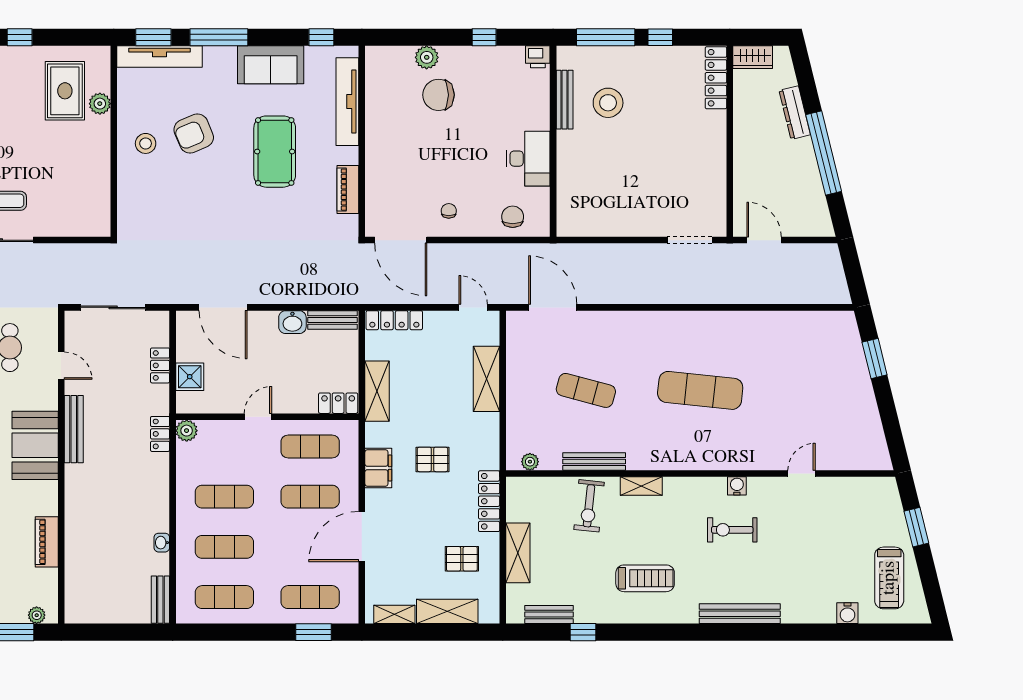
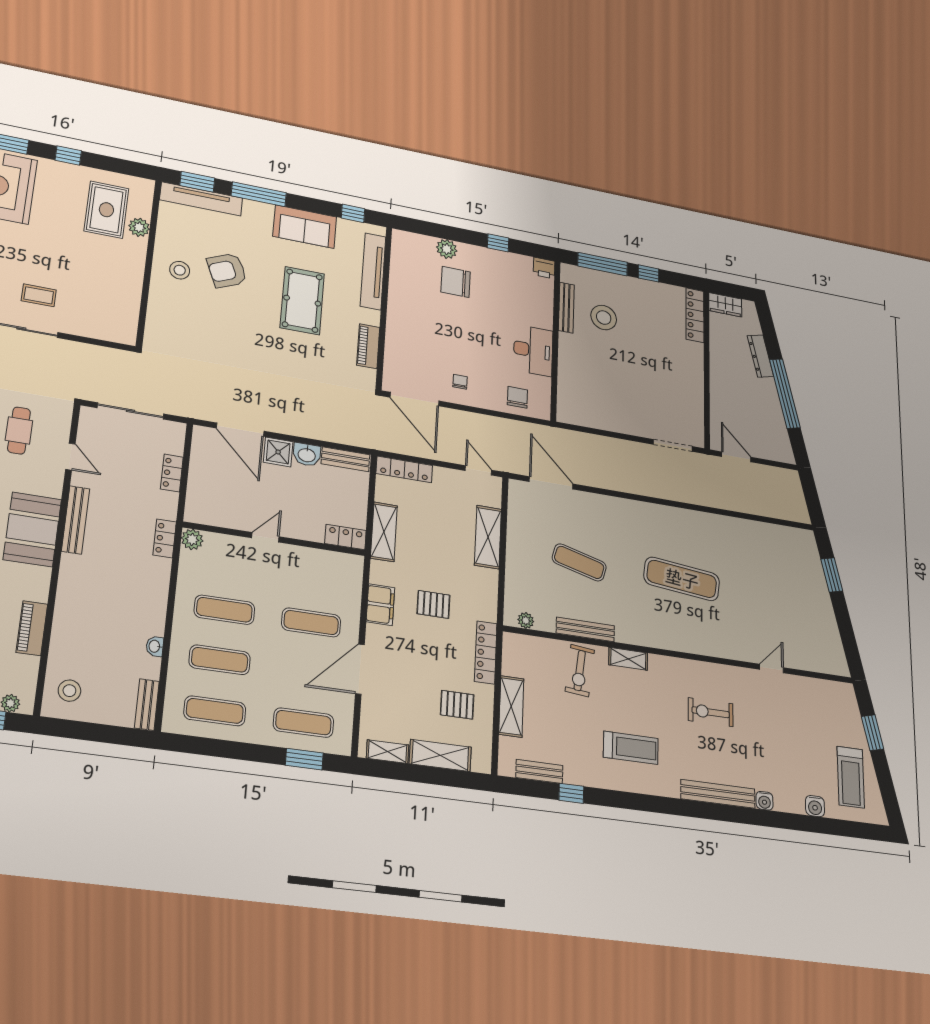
shower: (190, 377) -> (278, 452), moved
exercise mat: (310, 446) -> (315, 574), removed
water cooler: (737, 486) -> (764, 801), moved, turned 180
stool: (88, 596) -> (69, 691), added

